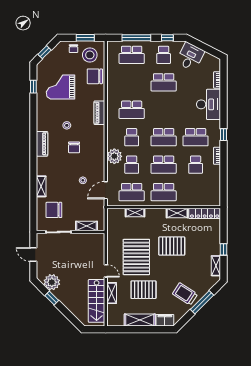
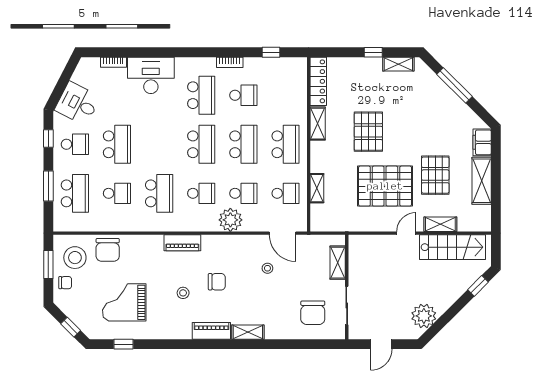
window: (136, 38) -> (48, 186), width x0.69
school desk: (132, 82) -> (117, 193), added
grand piano: (61, 87) -> (124, 302), turned 90
piano: (99, 113) -> (182, 243), moved
window: (224, 135) -> (271, 52), moved
shelving: (41, 186) -> (248, 332), moved
school desk: (132, 192) -> (285, 193), width x0.54
trolley: (185, 294) -> (442, 111), removed
window: (52, 298) -> (478, 286), moved

